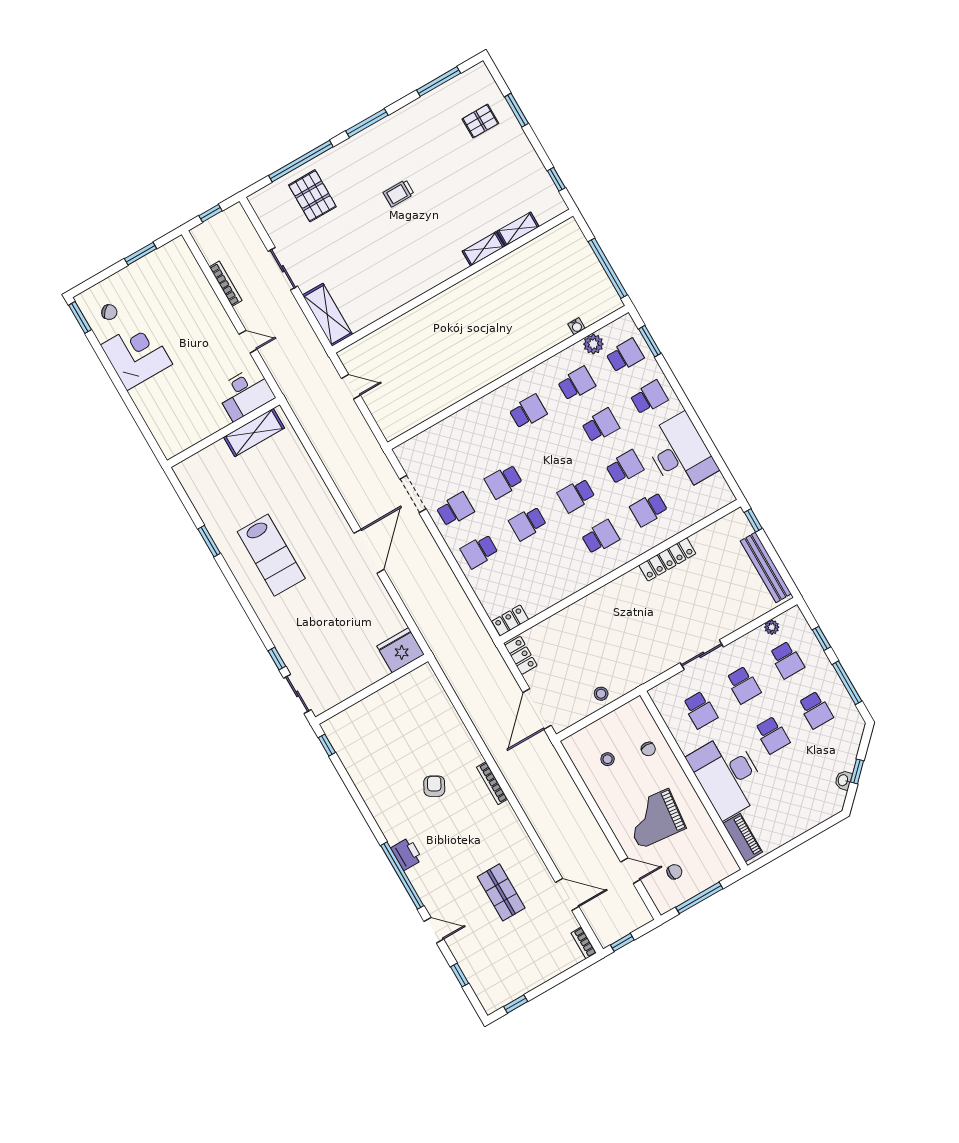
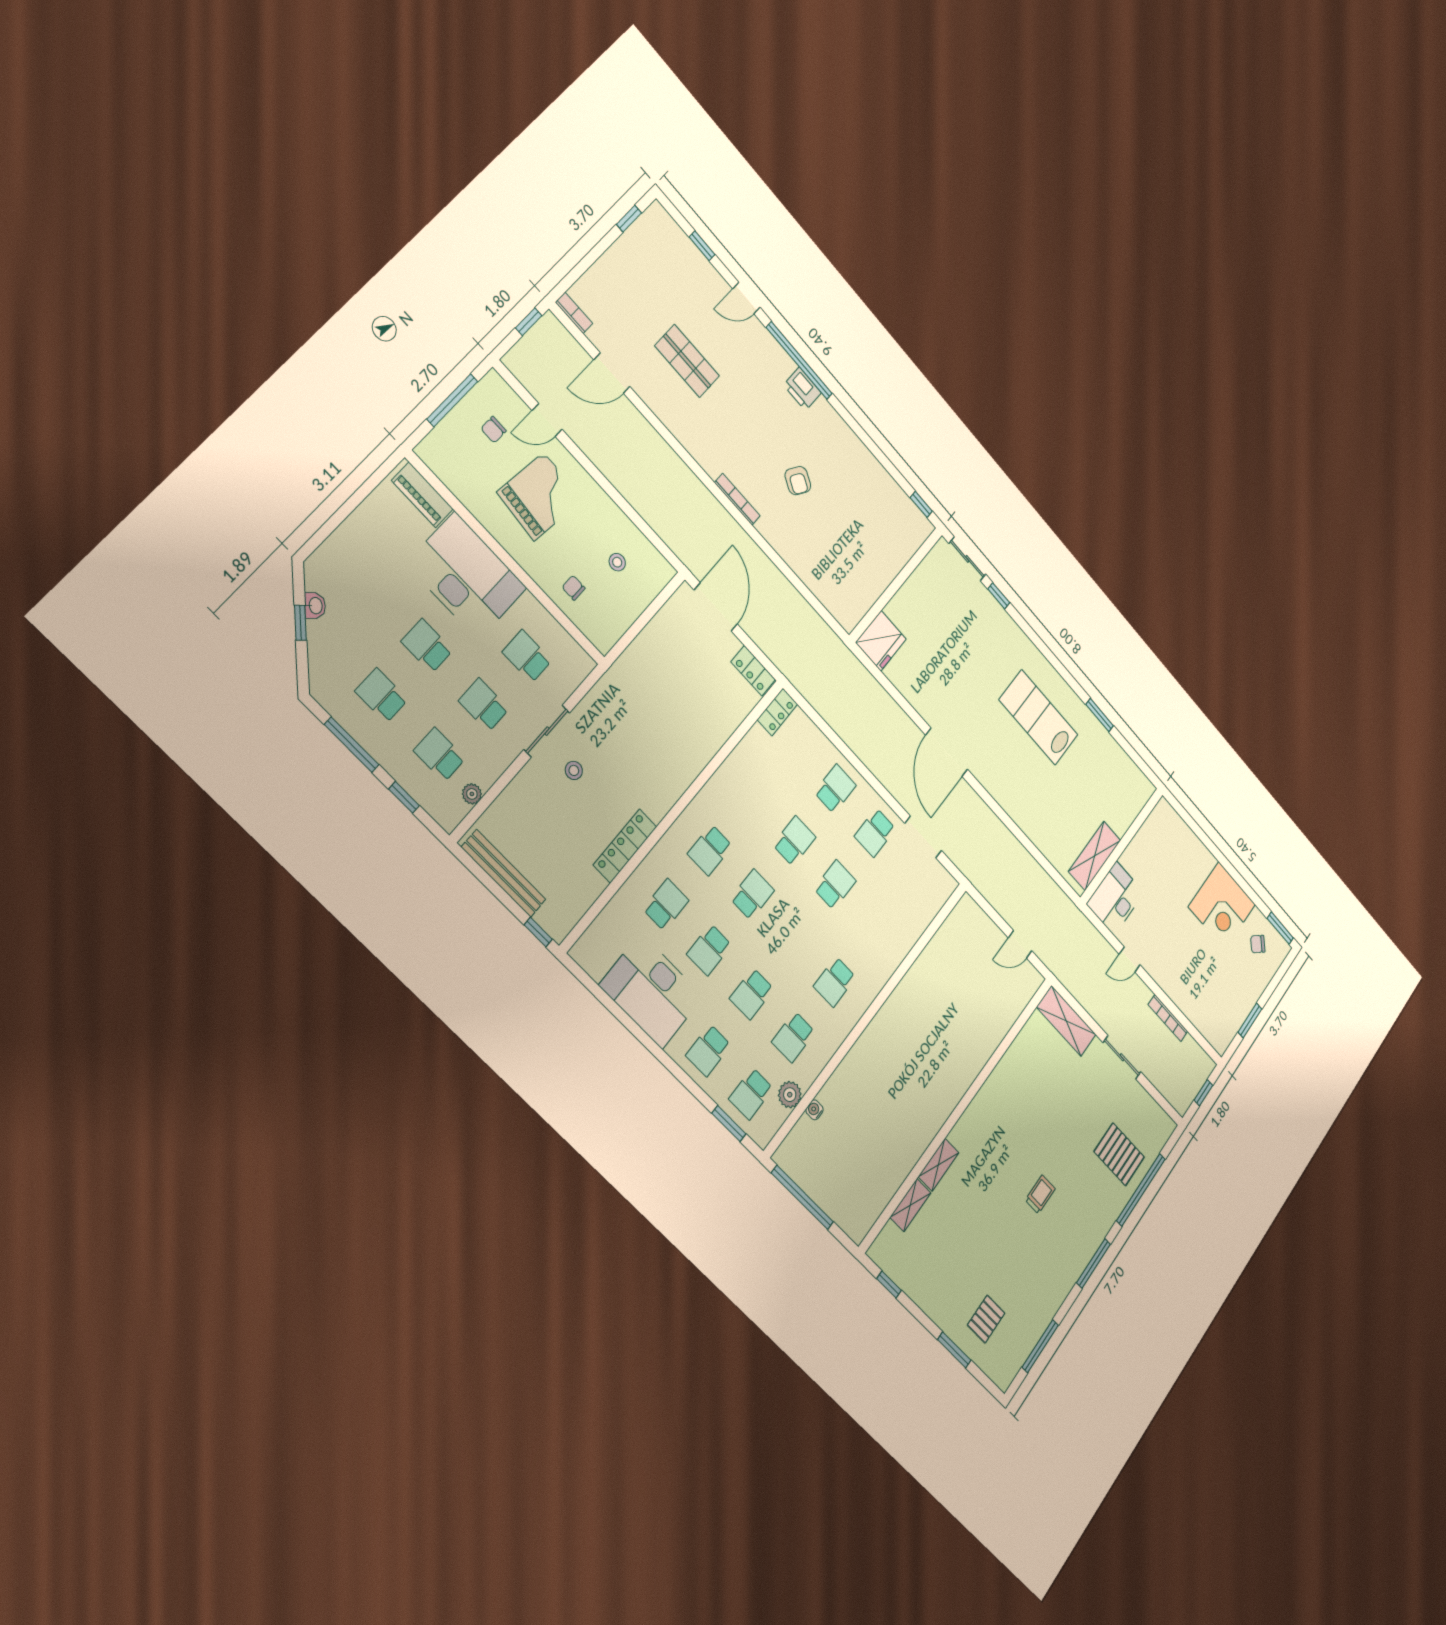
stool: (601, 694) -> (574, 770), moved

